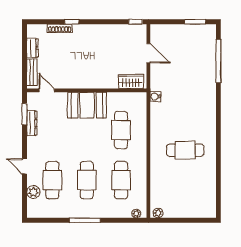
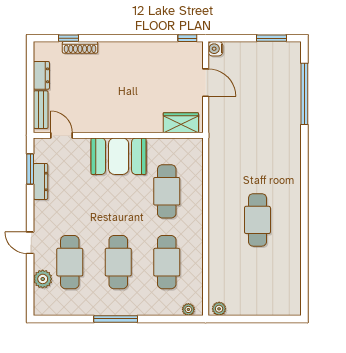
window: (72, 22) -> (68, 38), moved
water cooler: (155, 97) -> (215, 49), moved
cafe table: (185, 150) -> (257, 220), turned 90

